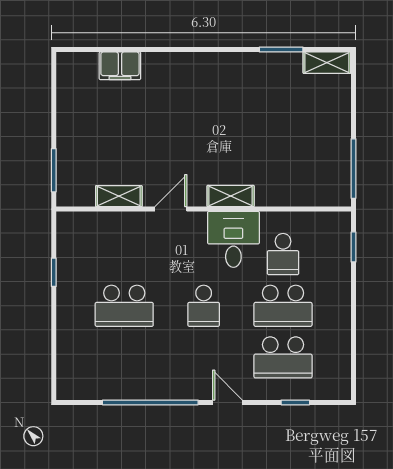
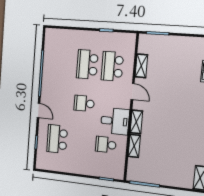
shelving: (279, 196) -> (134, 146), added
school desk: (283, 306) -> (112, 66), moved
door: (228, 402) -> (38, 110), hinge flipped

